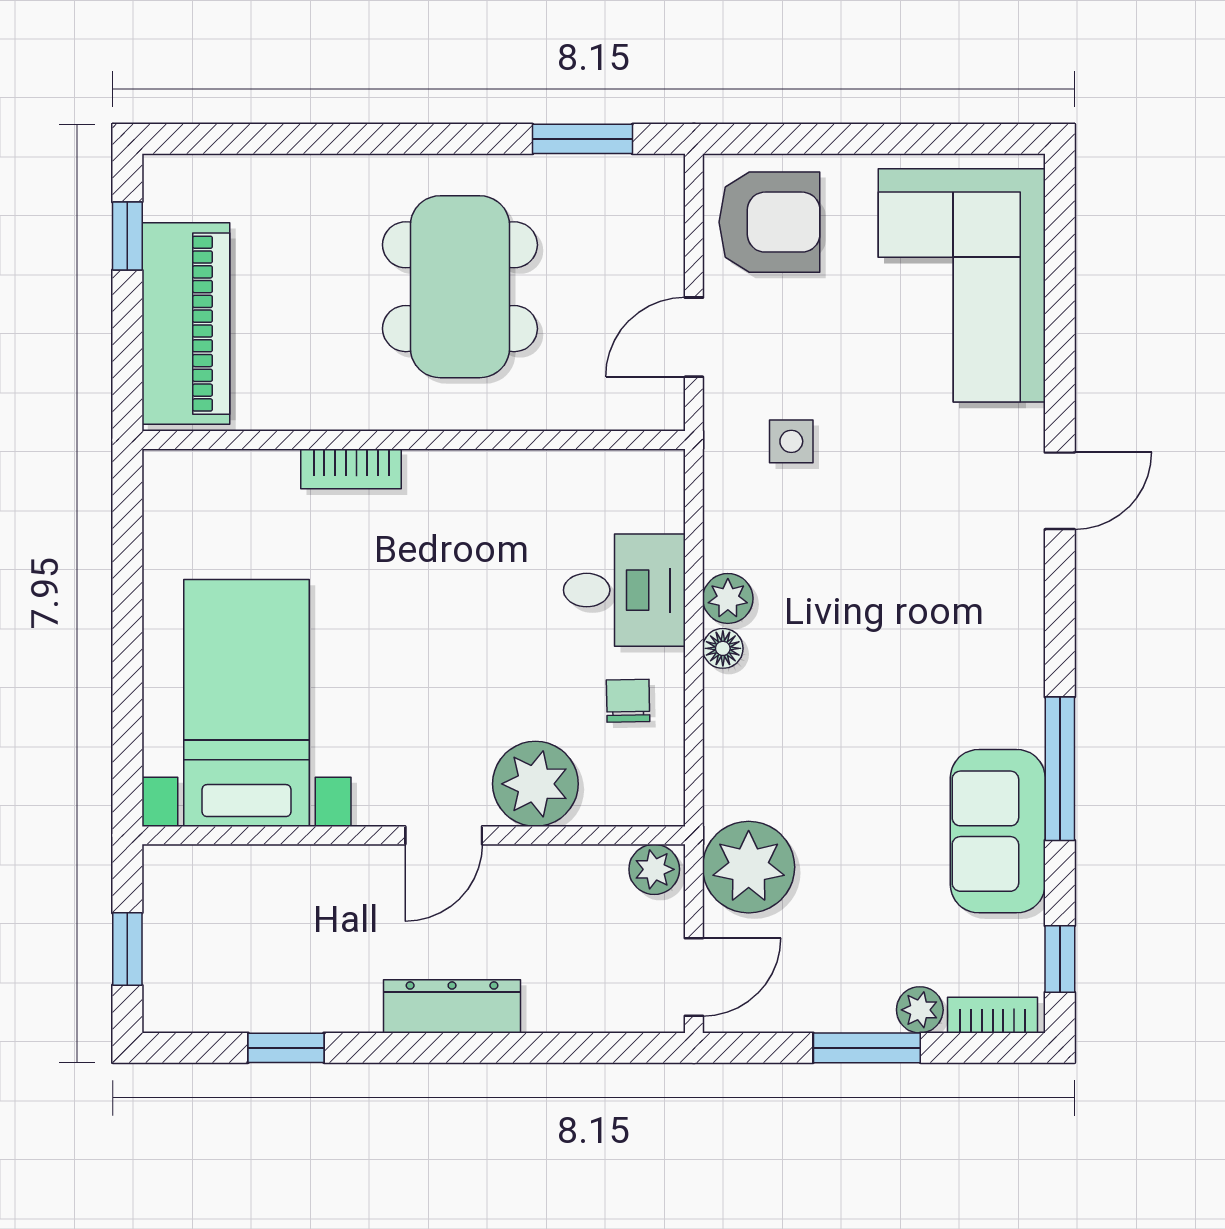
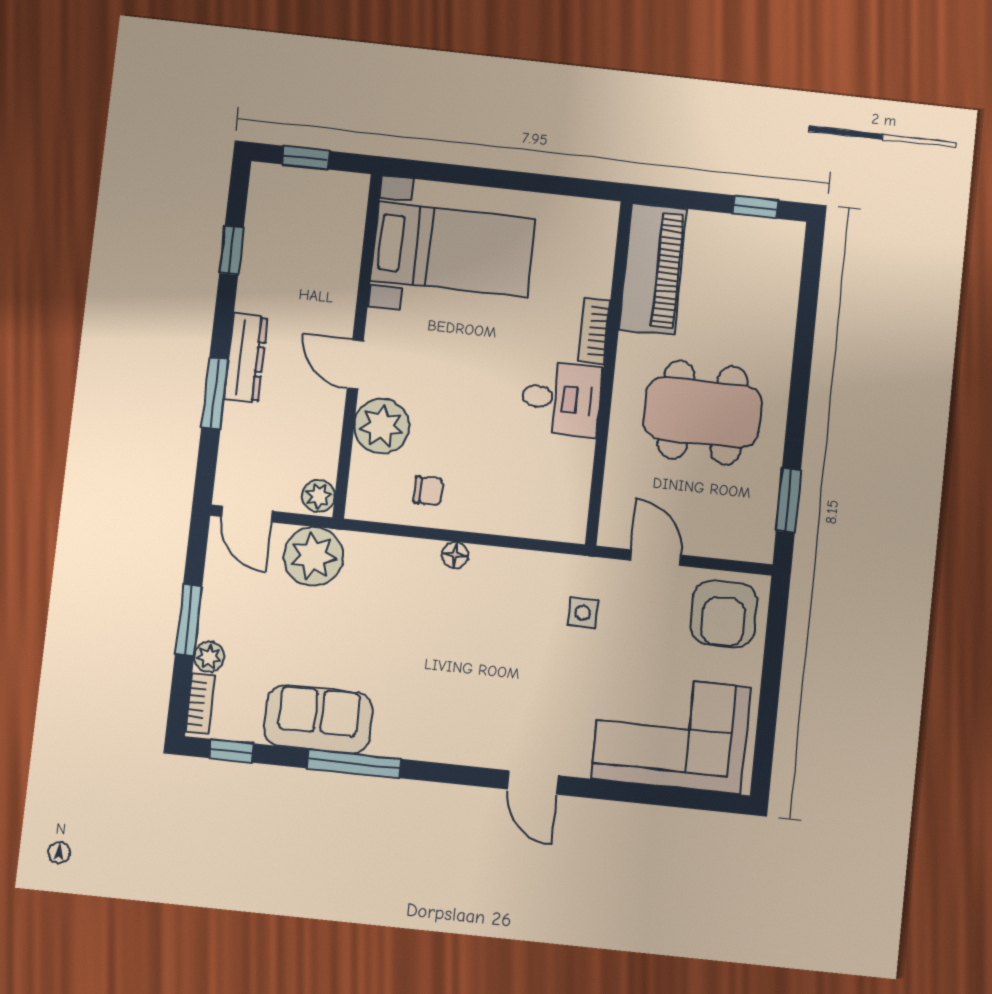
piano: (186, 324) -> (653, 269), moved, turned -90
desk: (624, 590) -> (561, 399), moved, turned -90
plant: (728, 598) -> (487, 561), removed
window: (512, 1048) -> (215, 393), added

